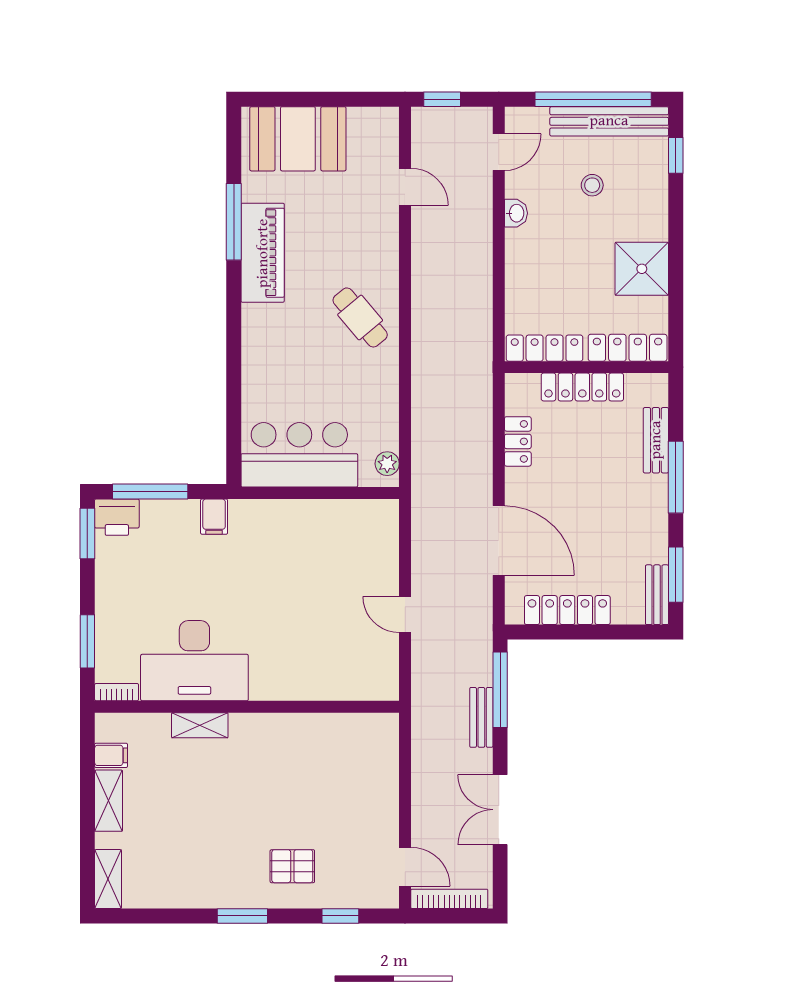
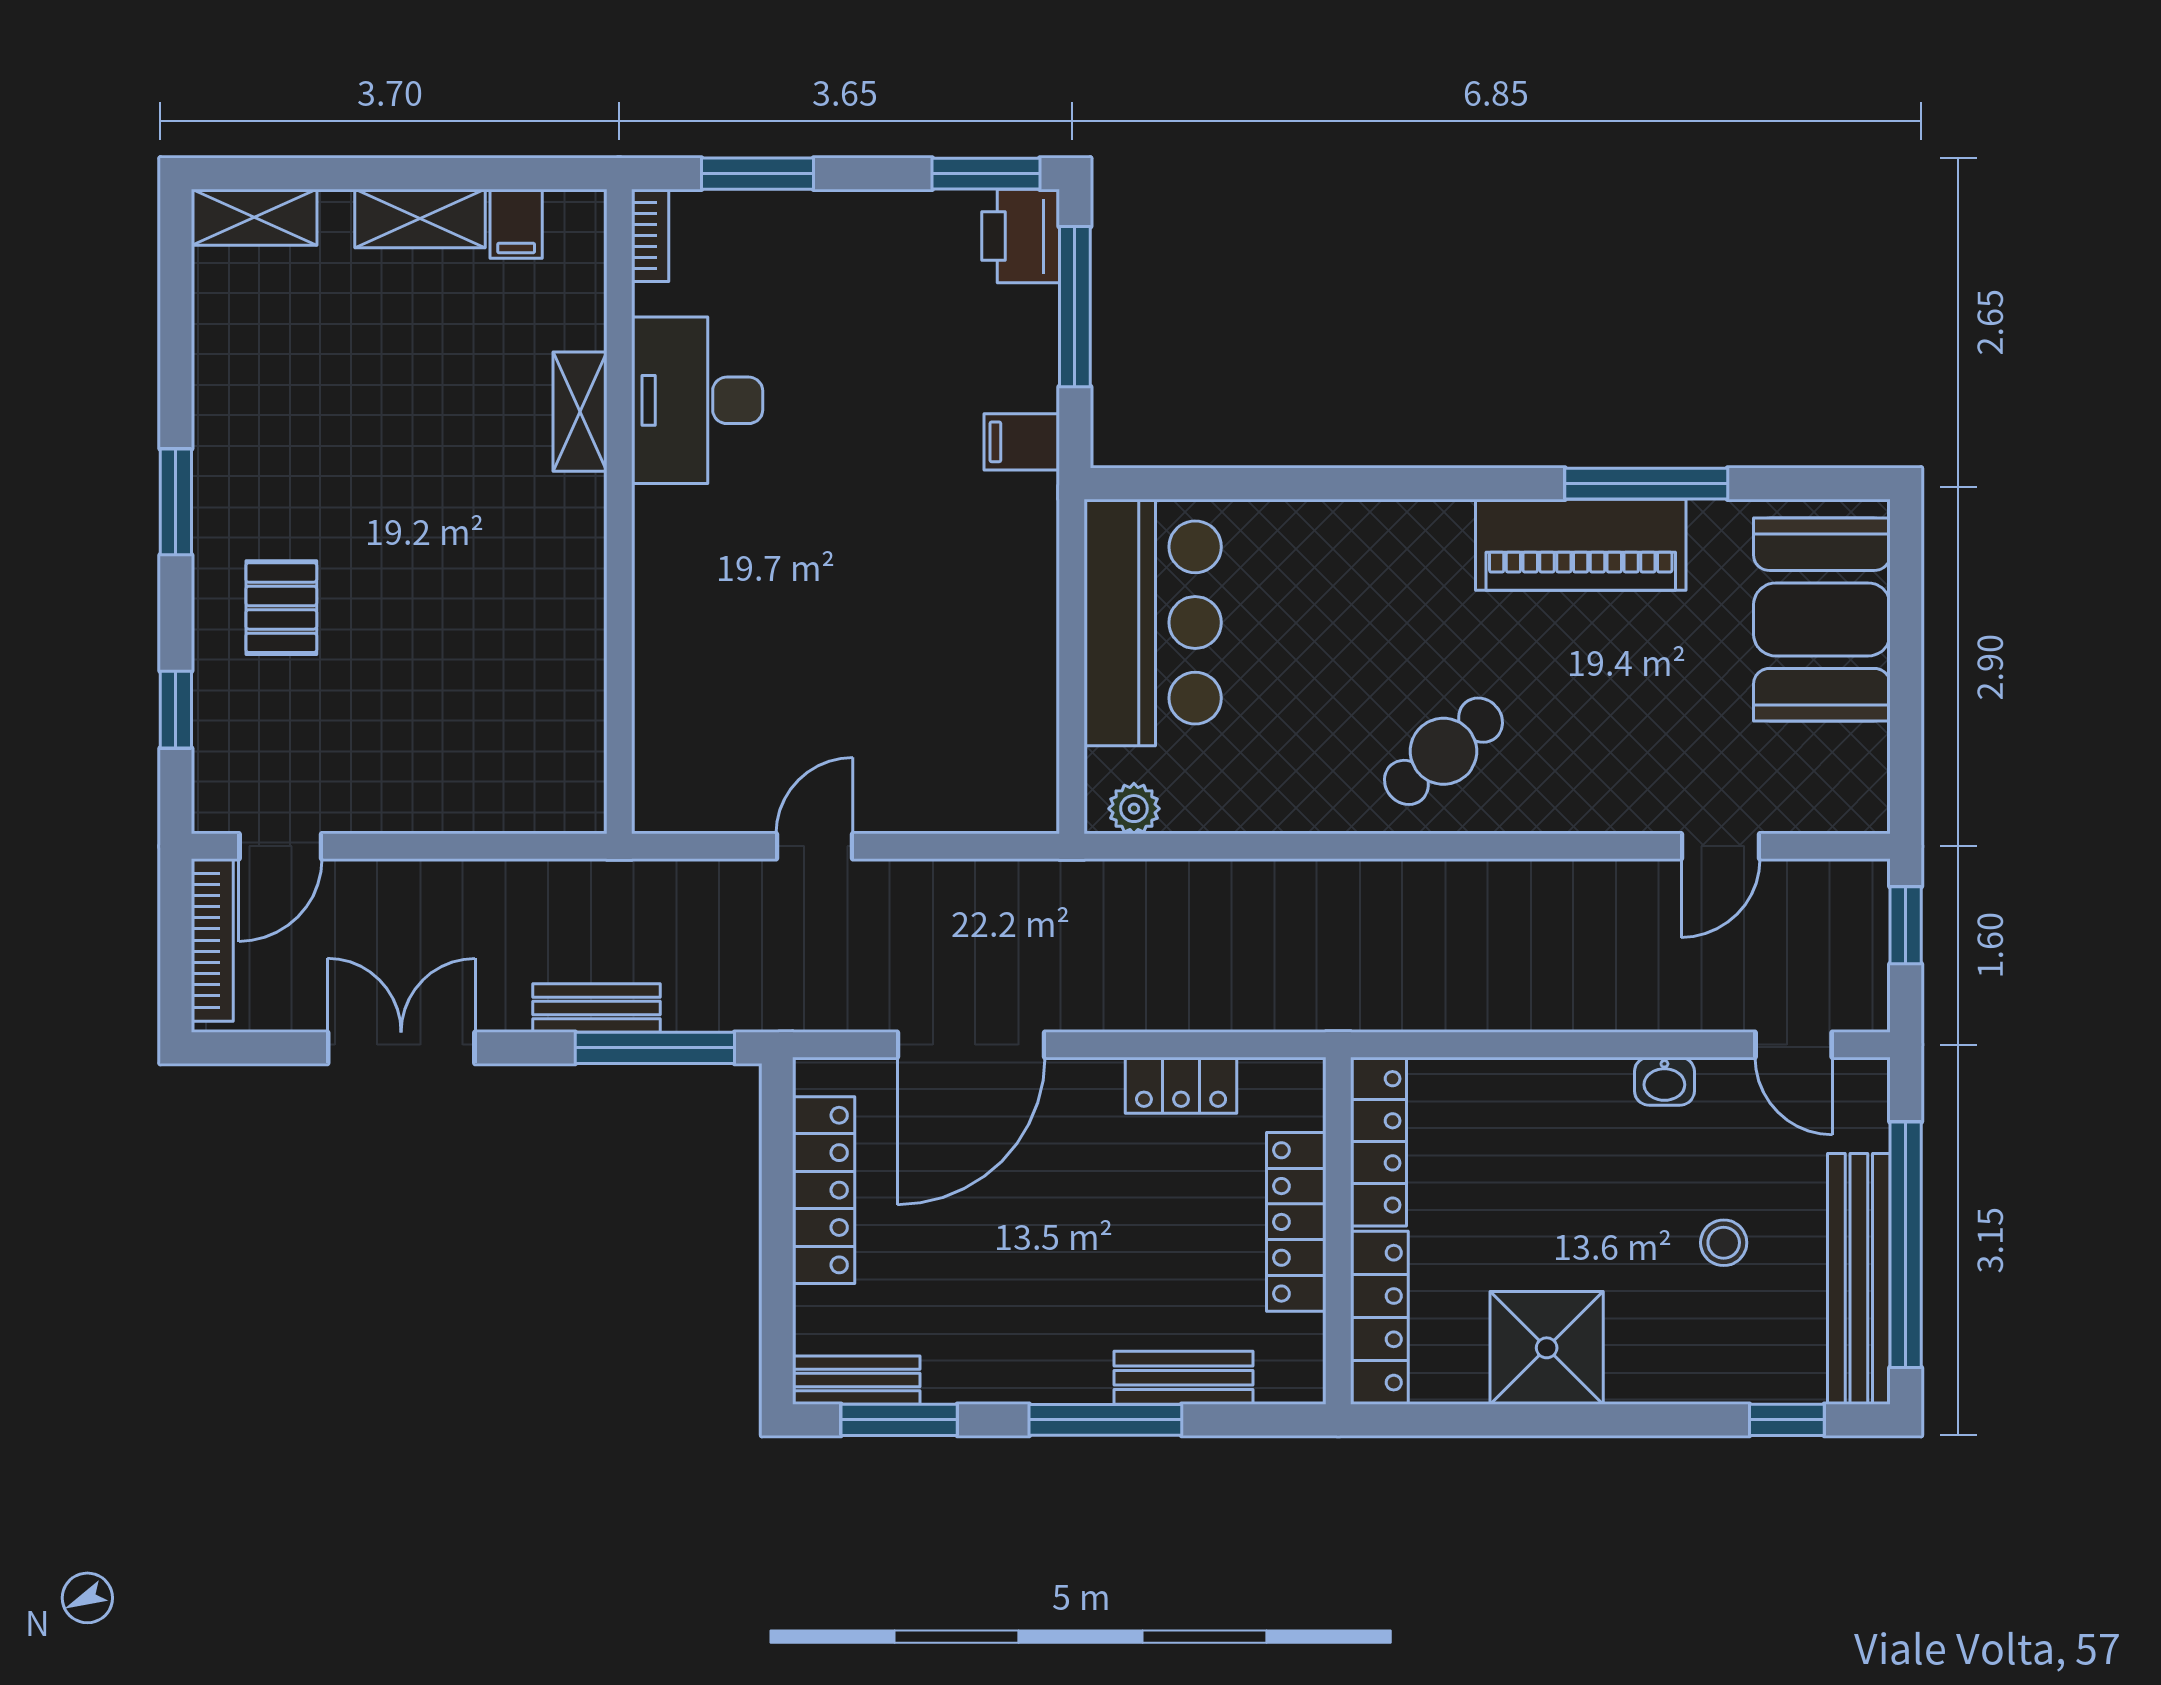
desk: (194, 661) -> (697, 400), width x0.73, depth x0.77

